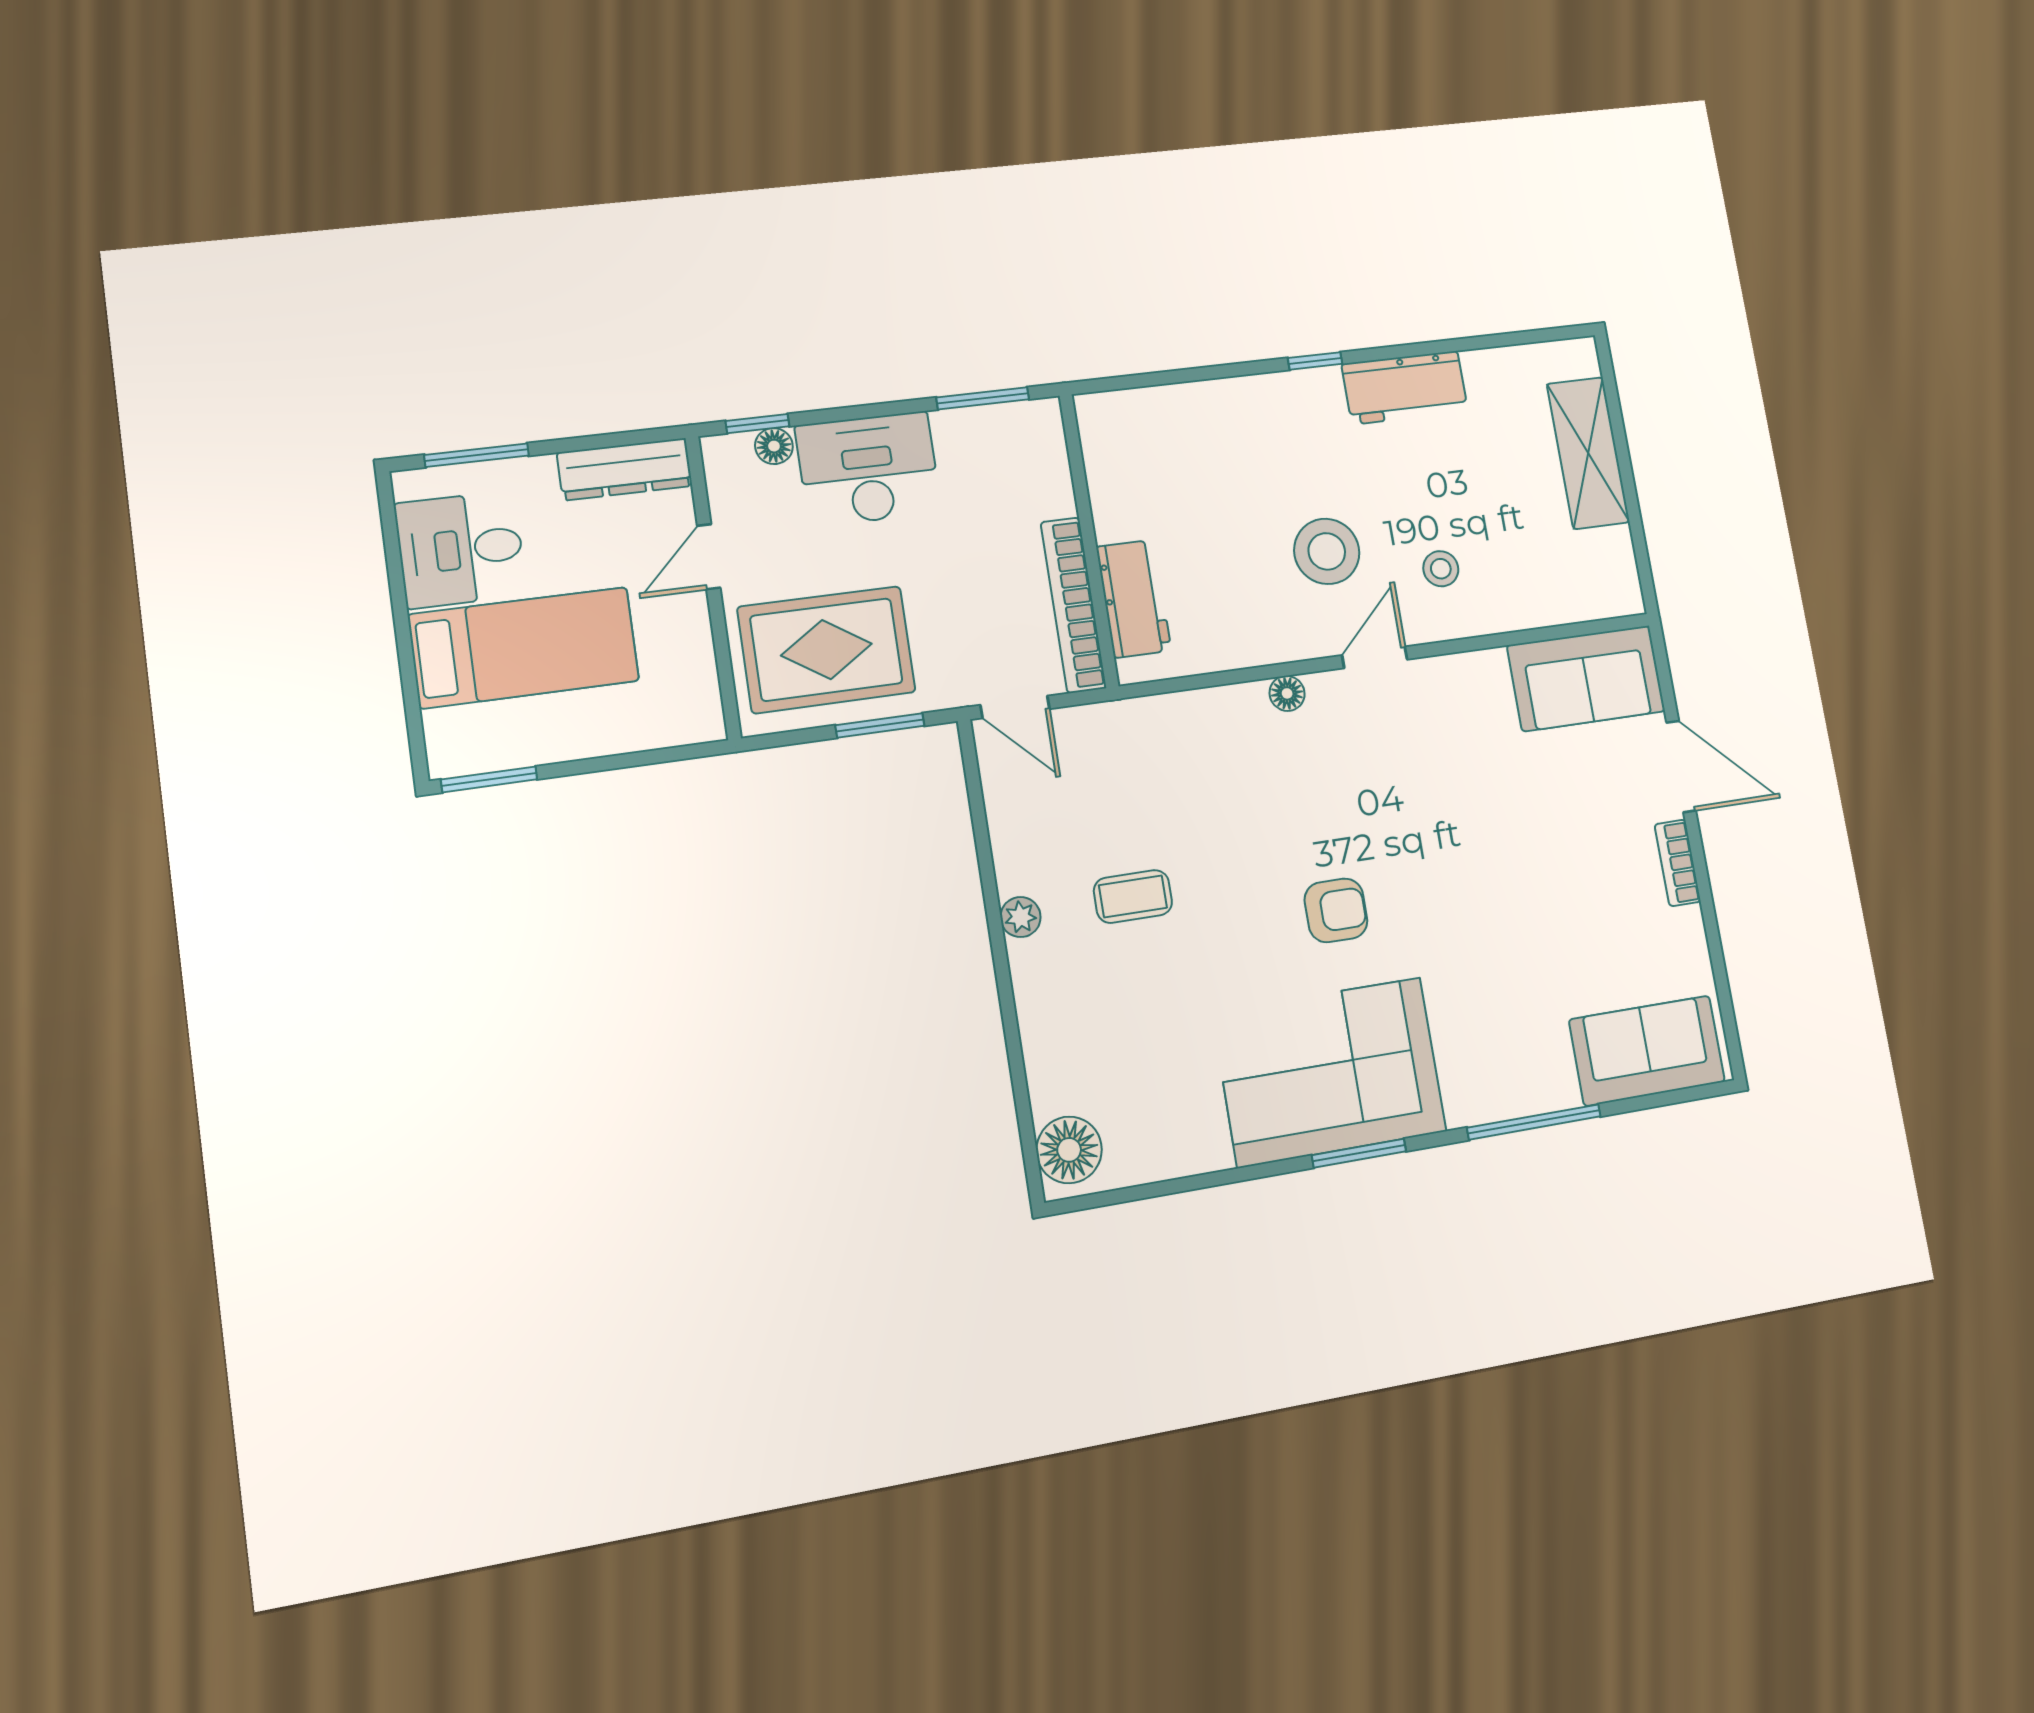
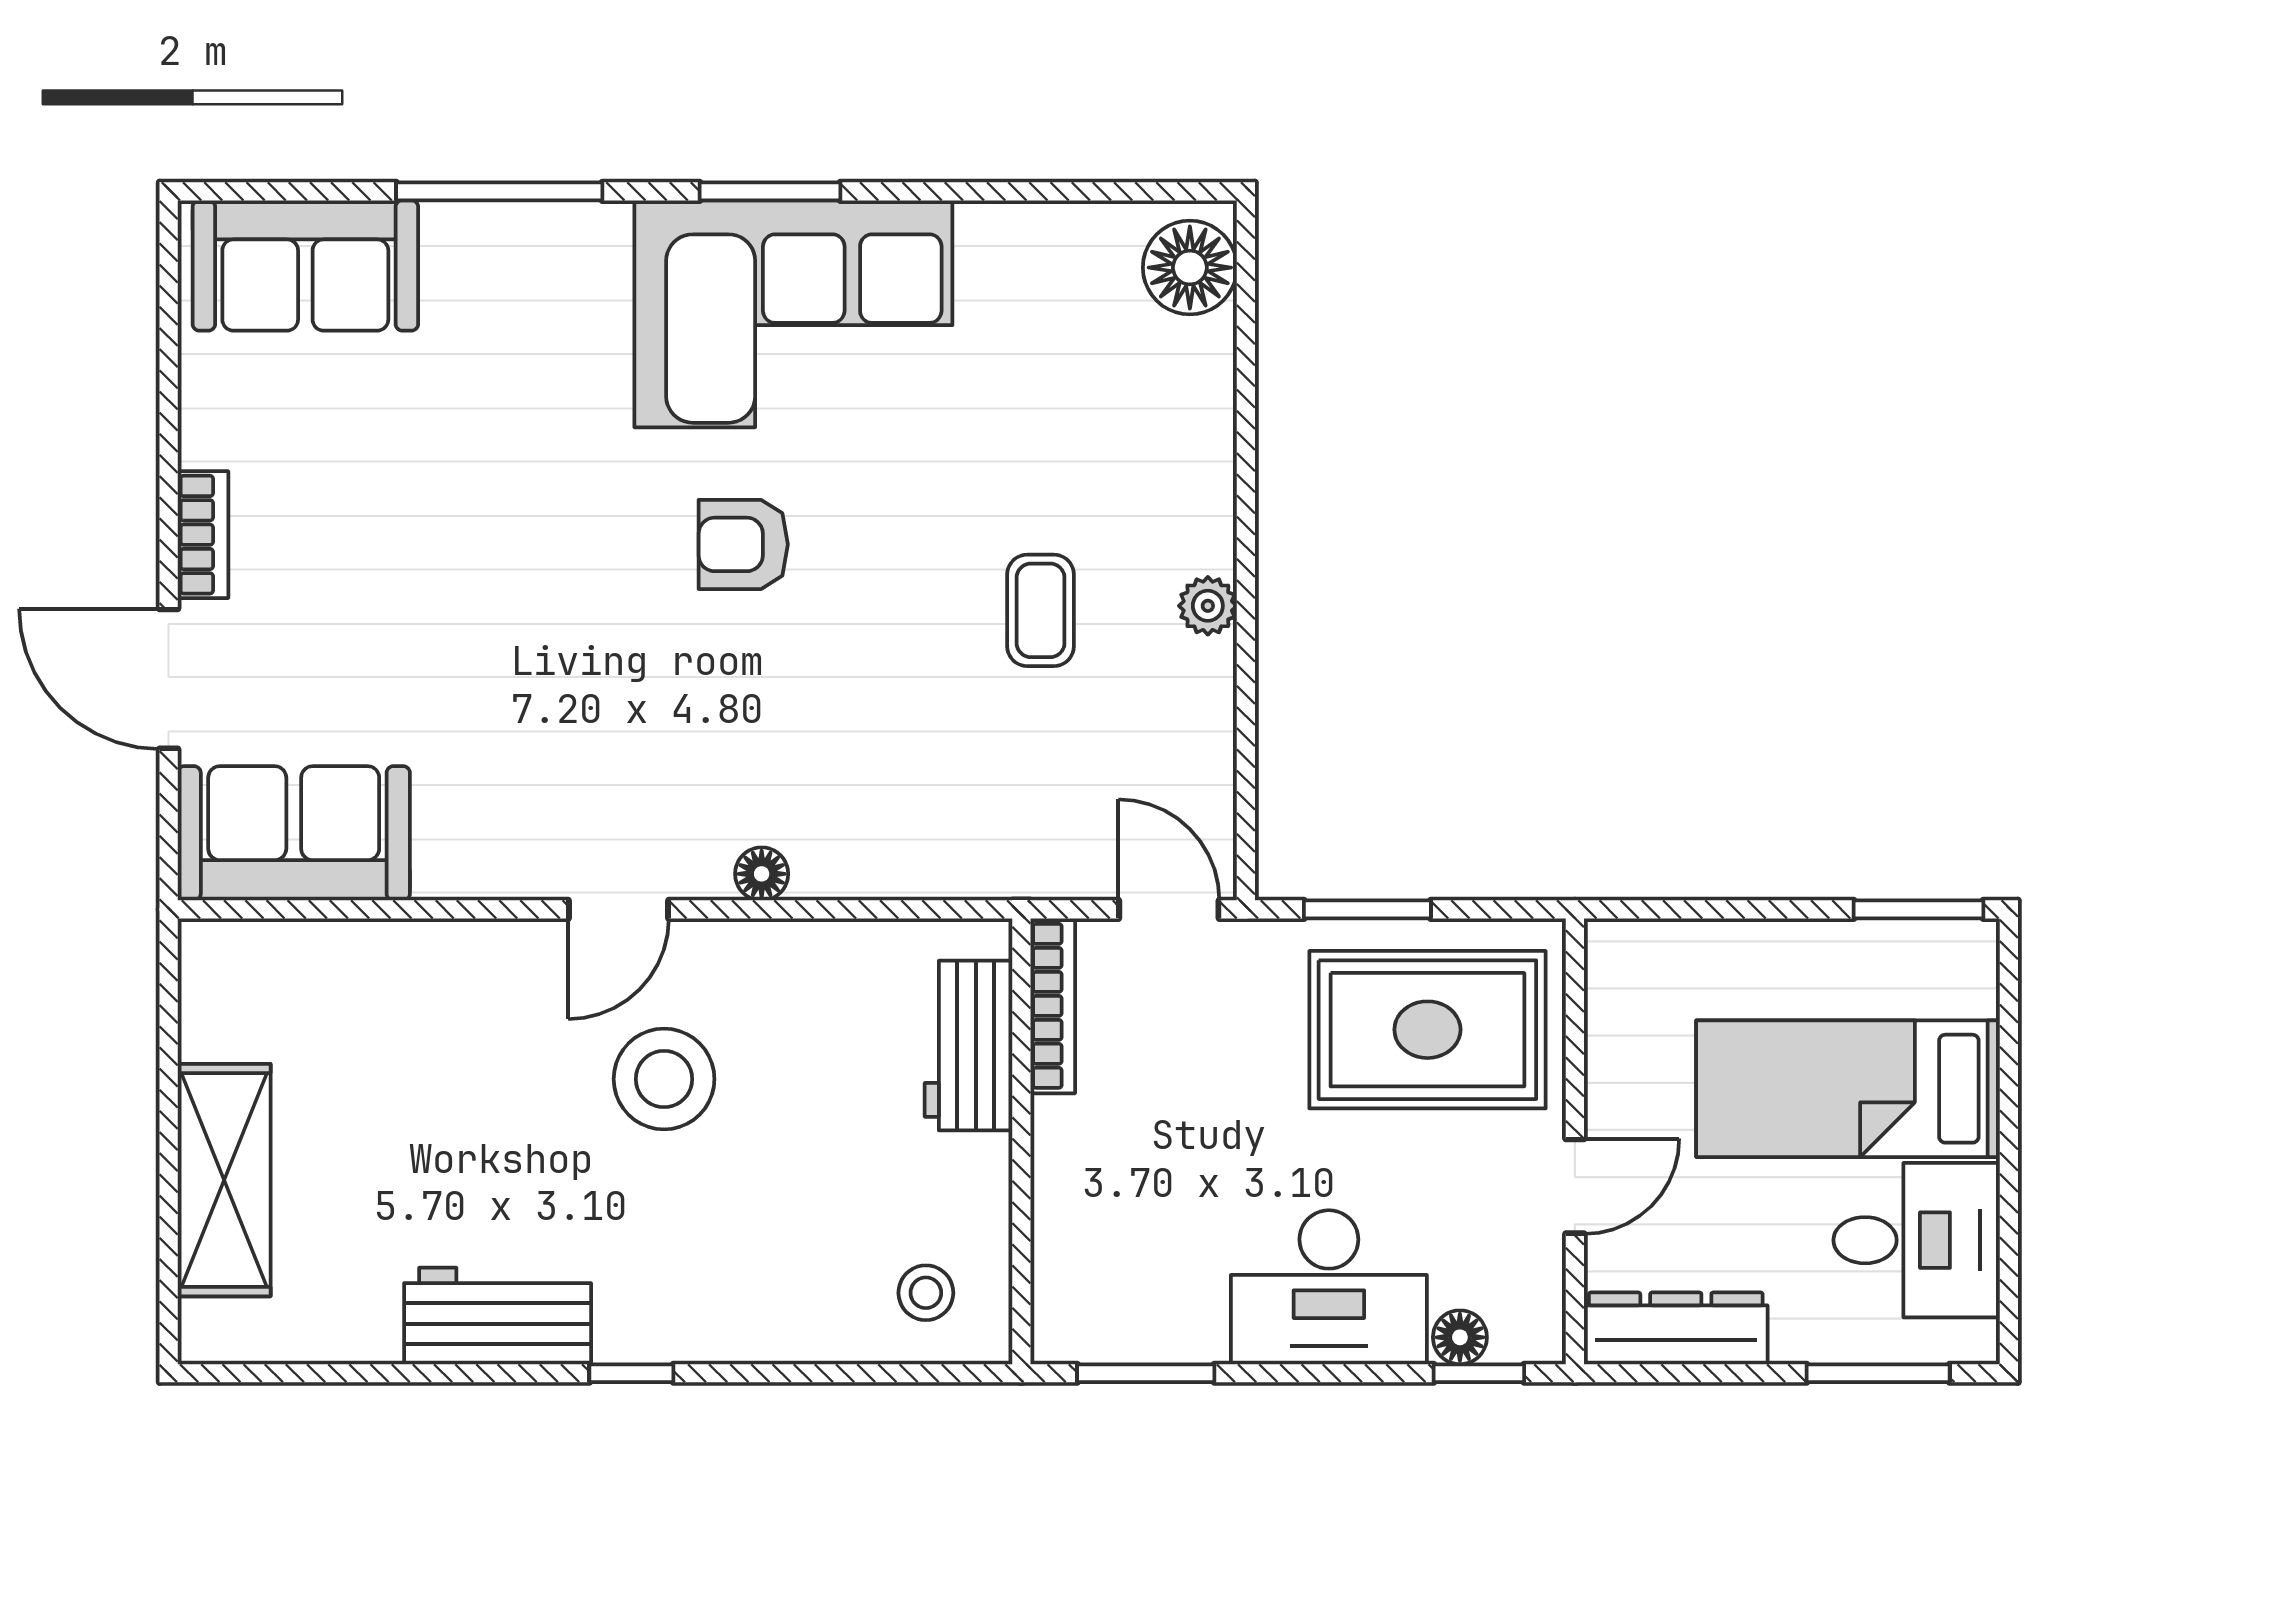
stool: (1441, 569) -> (926, 1293), moved
bookcase: (1073, 605) -> (1053, 1006), width x0.68, depth x0.76
coffee table: (1133, 896) -> (1041, 610), turned 90

